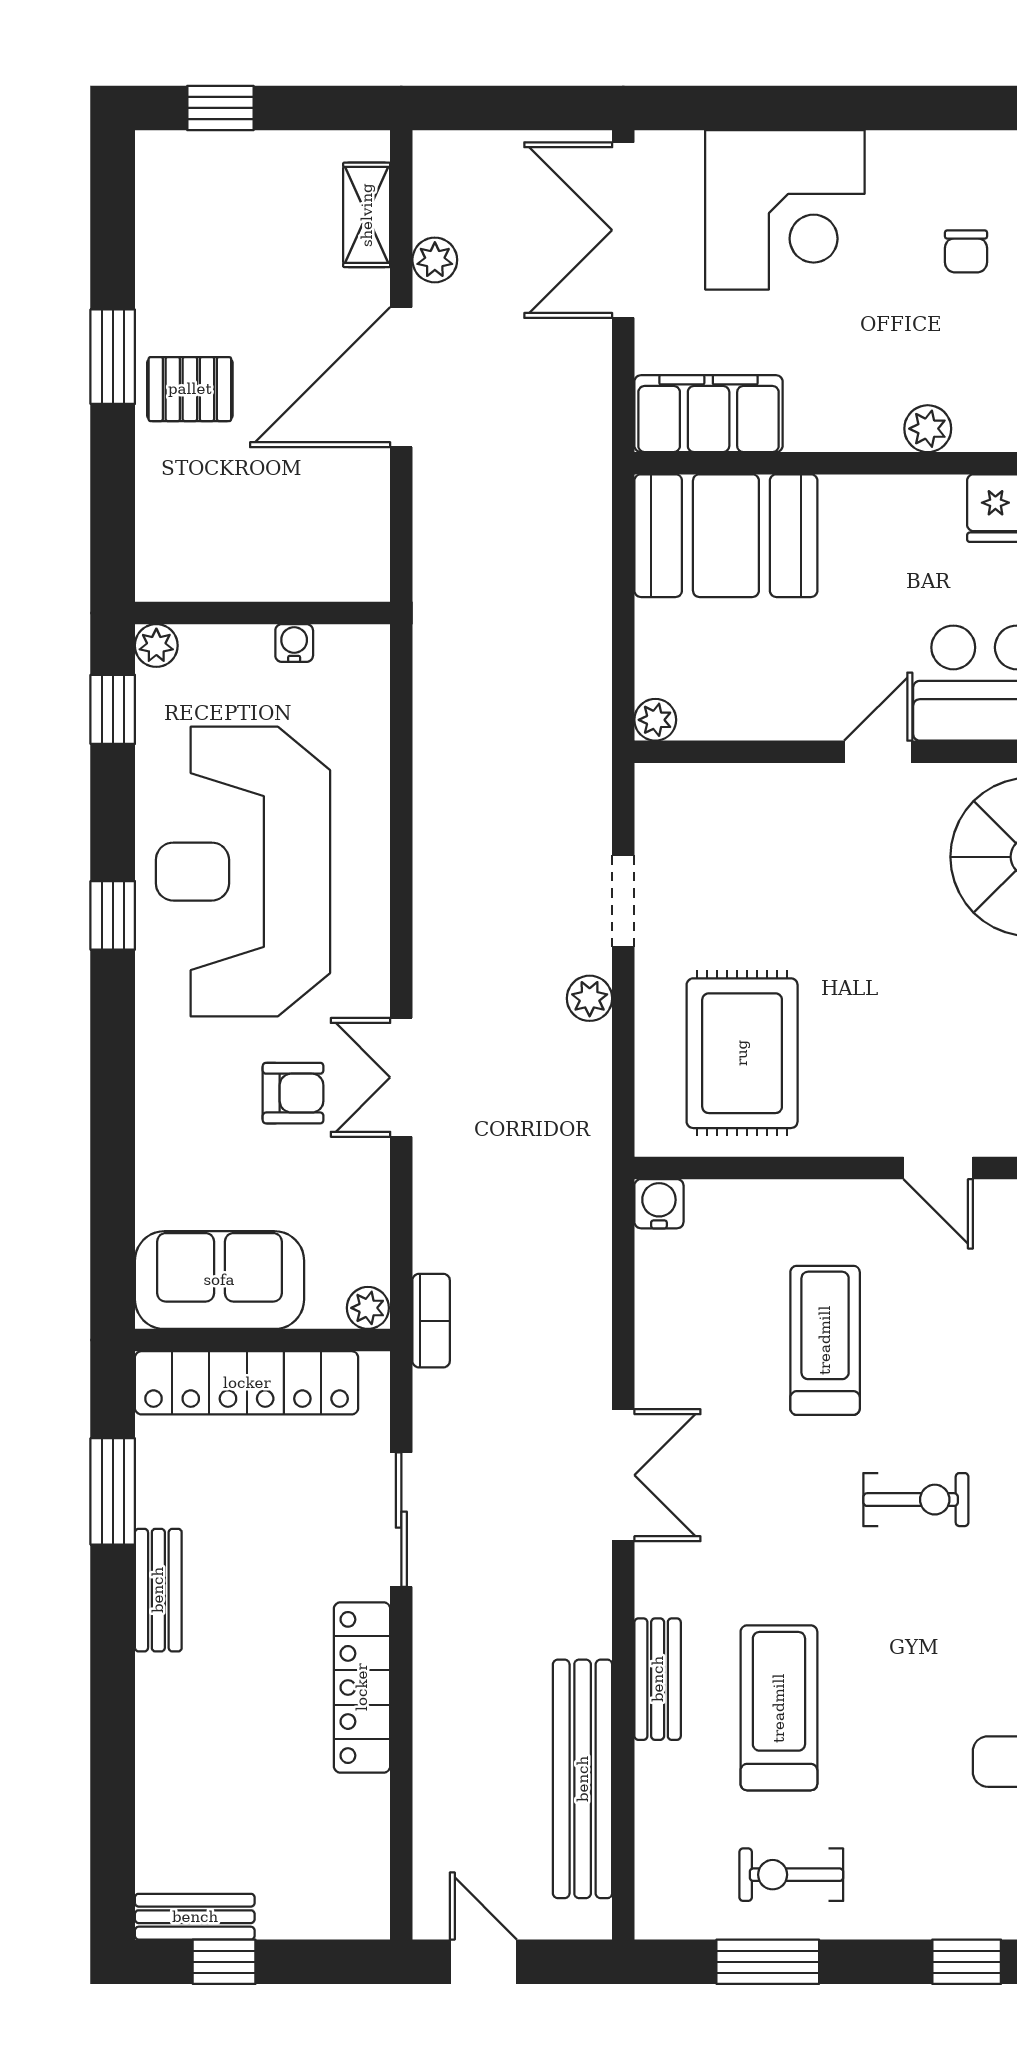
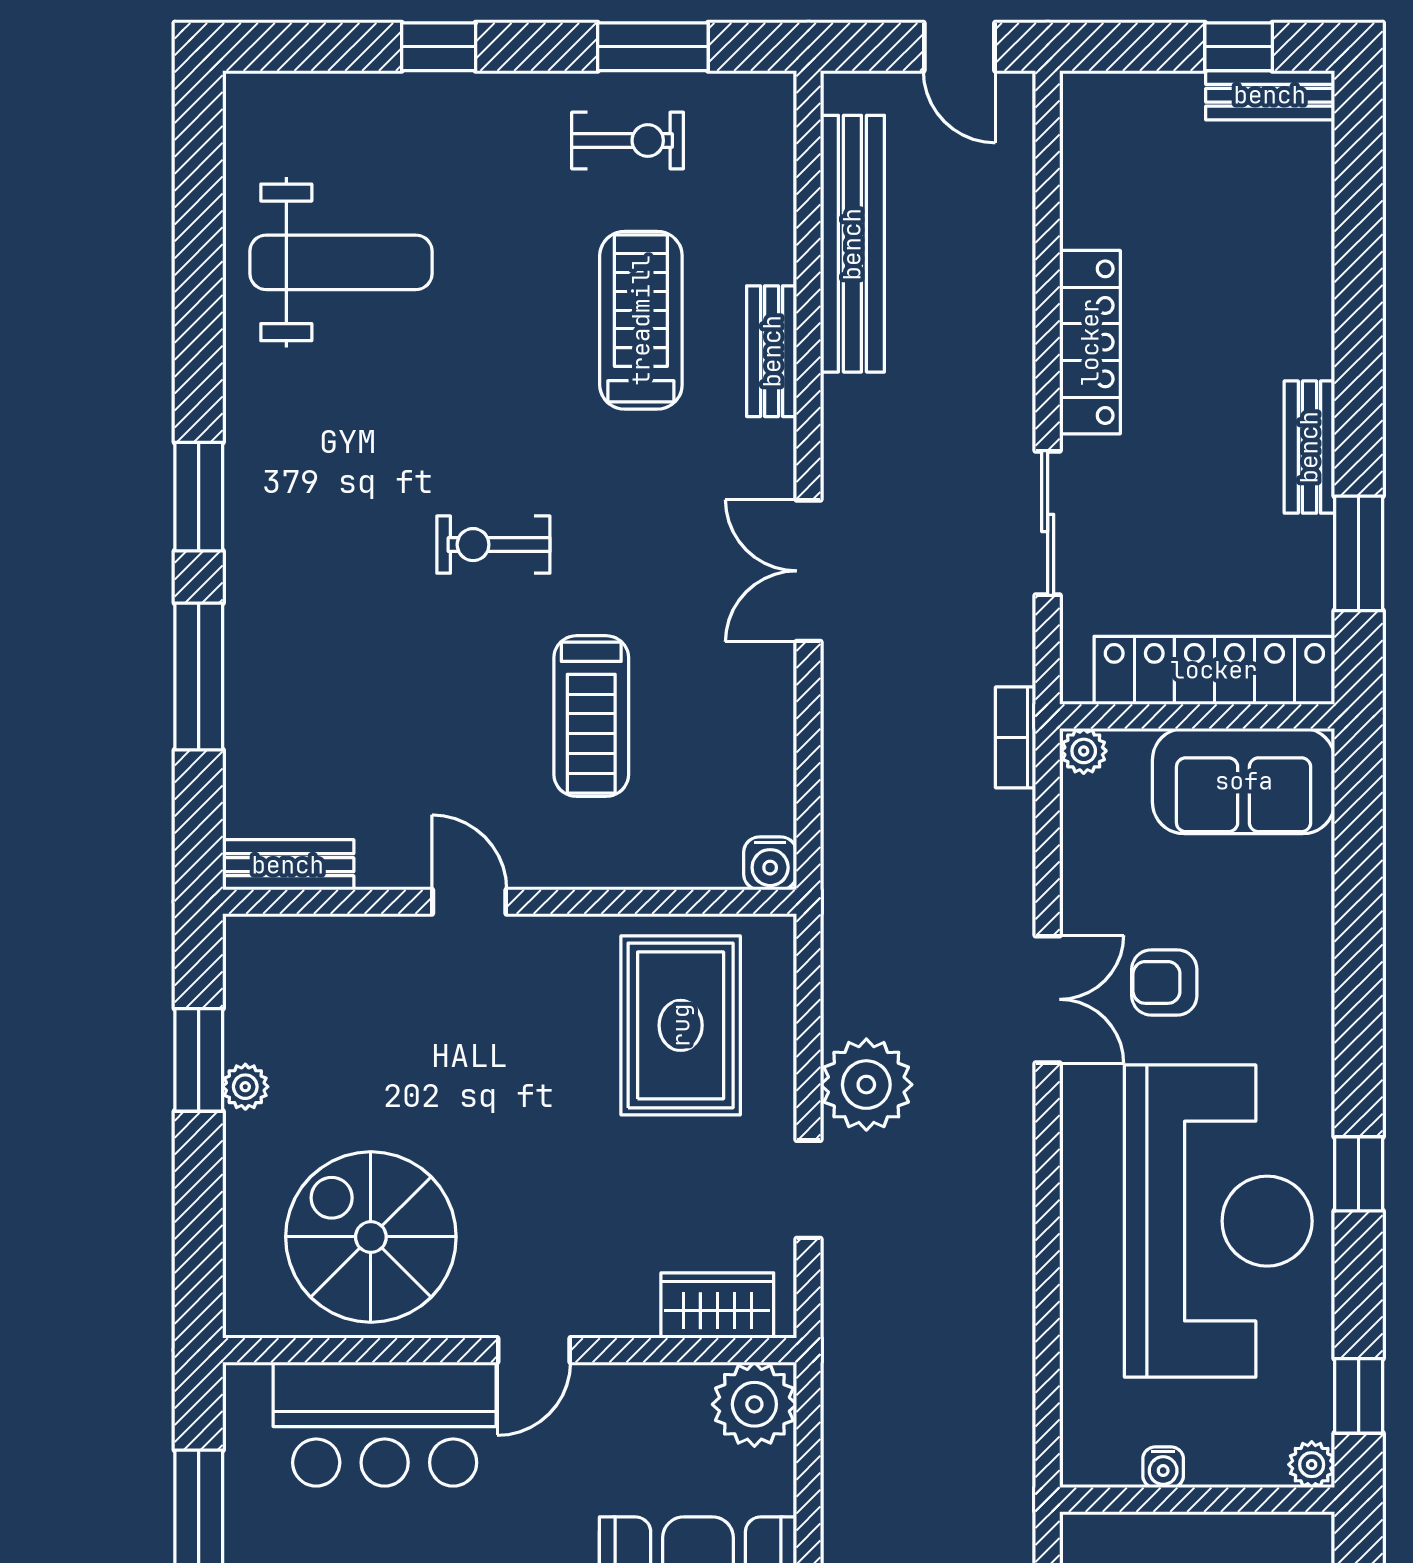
plant: (655, 720) -> (754, 1404), width x1.88, depth x1.88
wardrobe: (708, 793) -> (717, 1305), added
plant: (590, 998) -> (866, 1085), width x1.87, depth x1.87
treadmill: (779, 1708) -> (641, 320), turned 180

